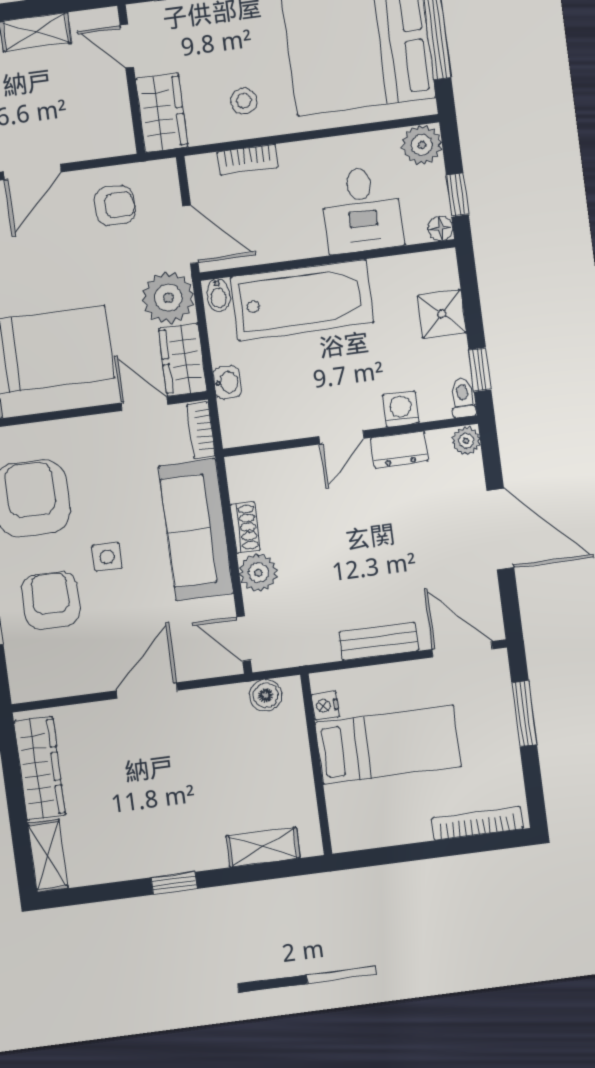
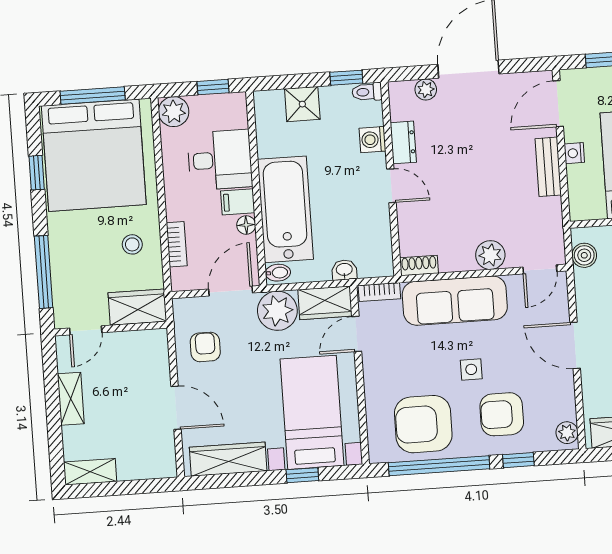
floor lamp: (440, 228) -> (246, 225), moved
filing cabinet: (308, 237) -> (238, 202), added
plant: (466, 441) -> (426, 90), moved
shoe rack: (245, 527) -> (419, 265), moved
plant: (32, 687) -> (567, 433), added
nightstand: (325, 706) -> (574, 153), moved, turned 90

